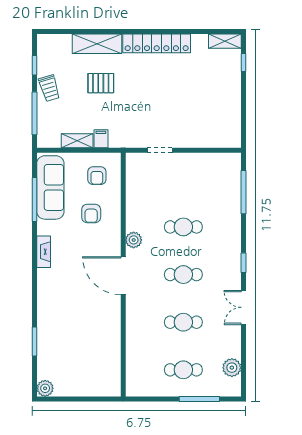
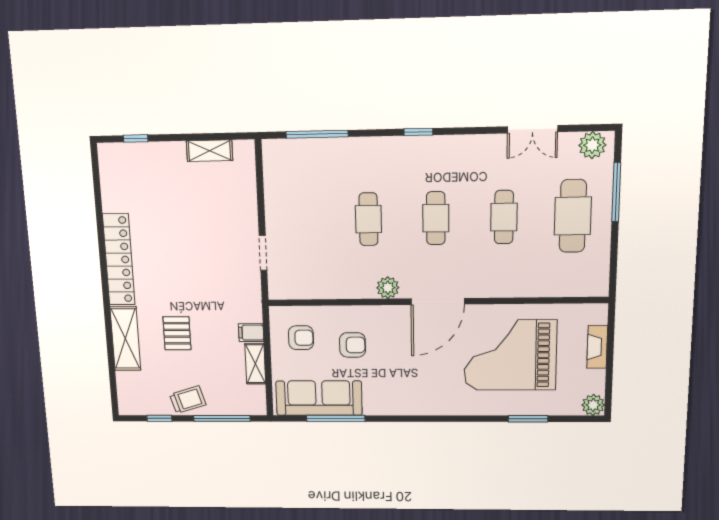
shelving: (225, 41) -> (209, 151), moved, turned 90
fireplace: (44, 252) -> (597, 347), moved, turned -90
double door: (244, 307) -> (533, 129), moved
grand piano: (83, 328) -> (510, 355), added
plant: (232, 368) -> (592, 145), moved
cafe table: (183, 370) -> (573, 216), width x1.37, depth x1.35

